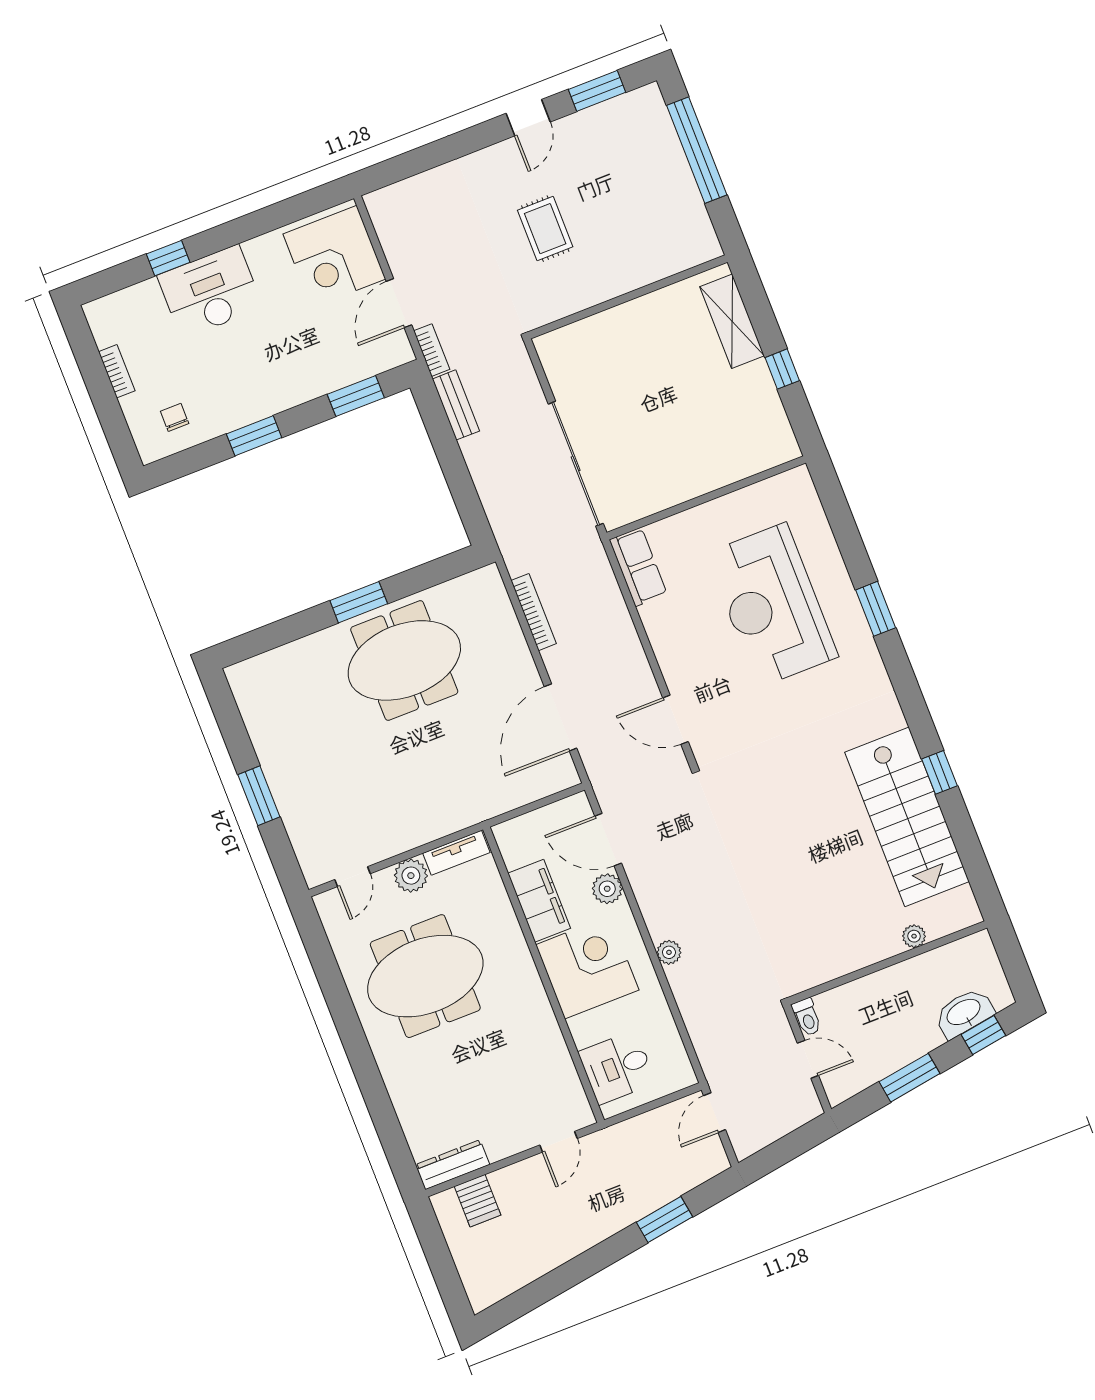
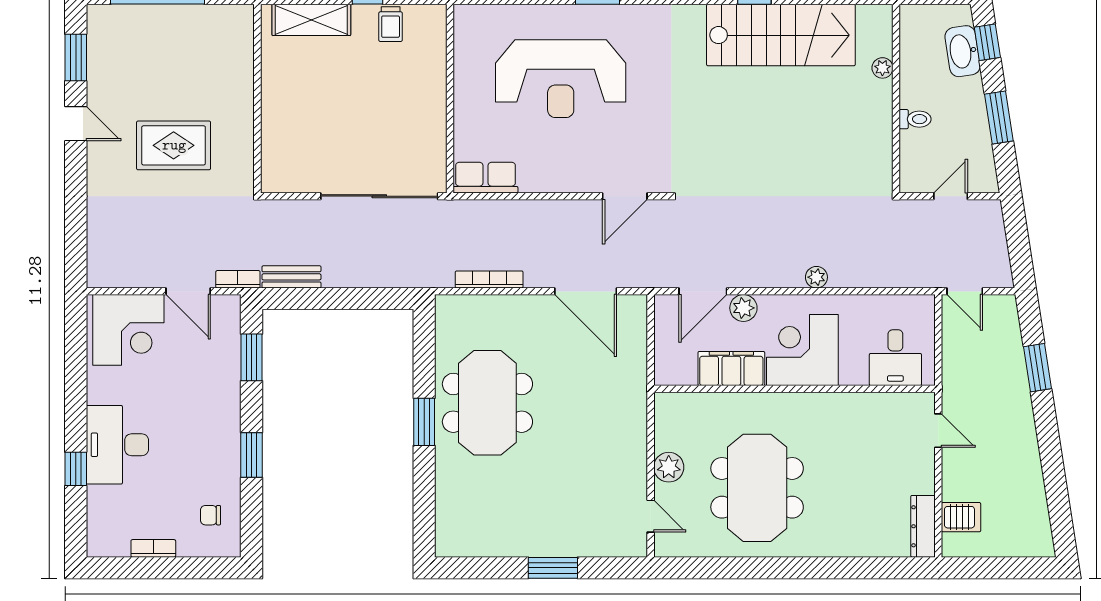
rug: (545, 229) -> (174, 145), width x1.36, depth x1.43
trolley: (760, 406) -> (391, 24), added
tv unit: (456, 853) -> (665, 422), removed
toilet: (807, 1017) -> (915, 119), moved

